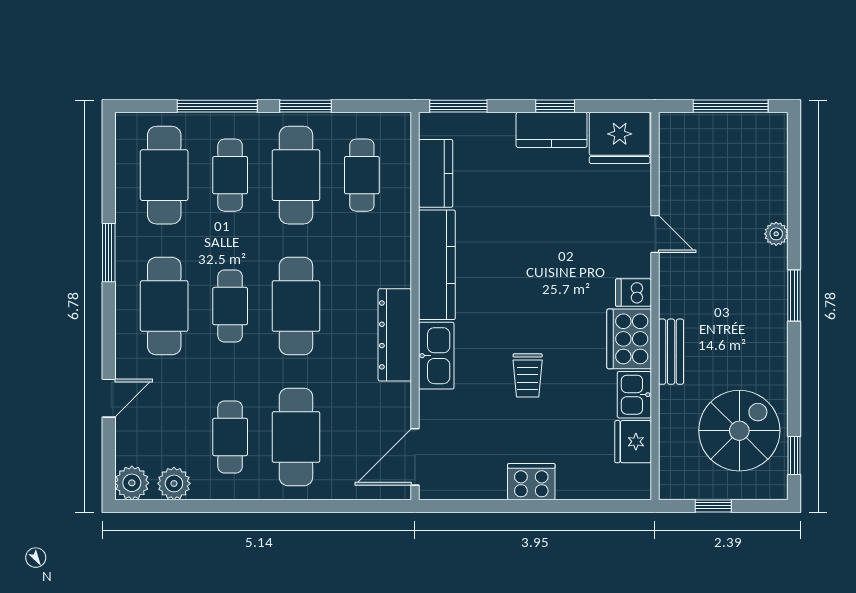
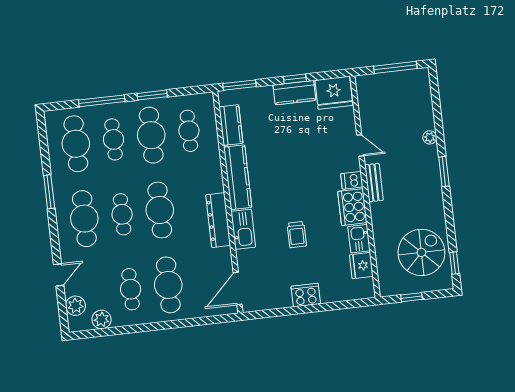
bench: (671, 352) -> (374, 183), moved
plant: (132, 483) -> (76, 306), moved

